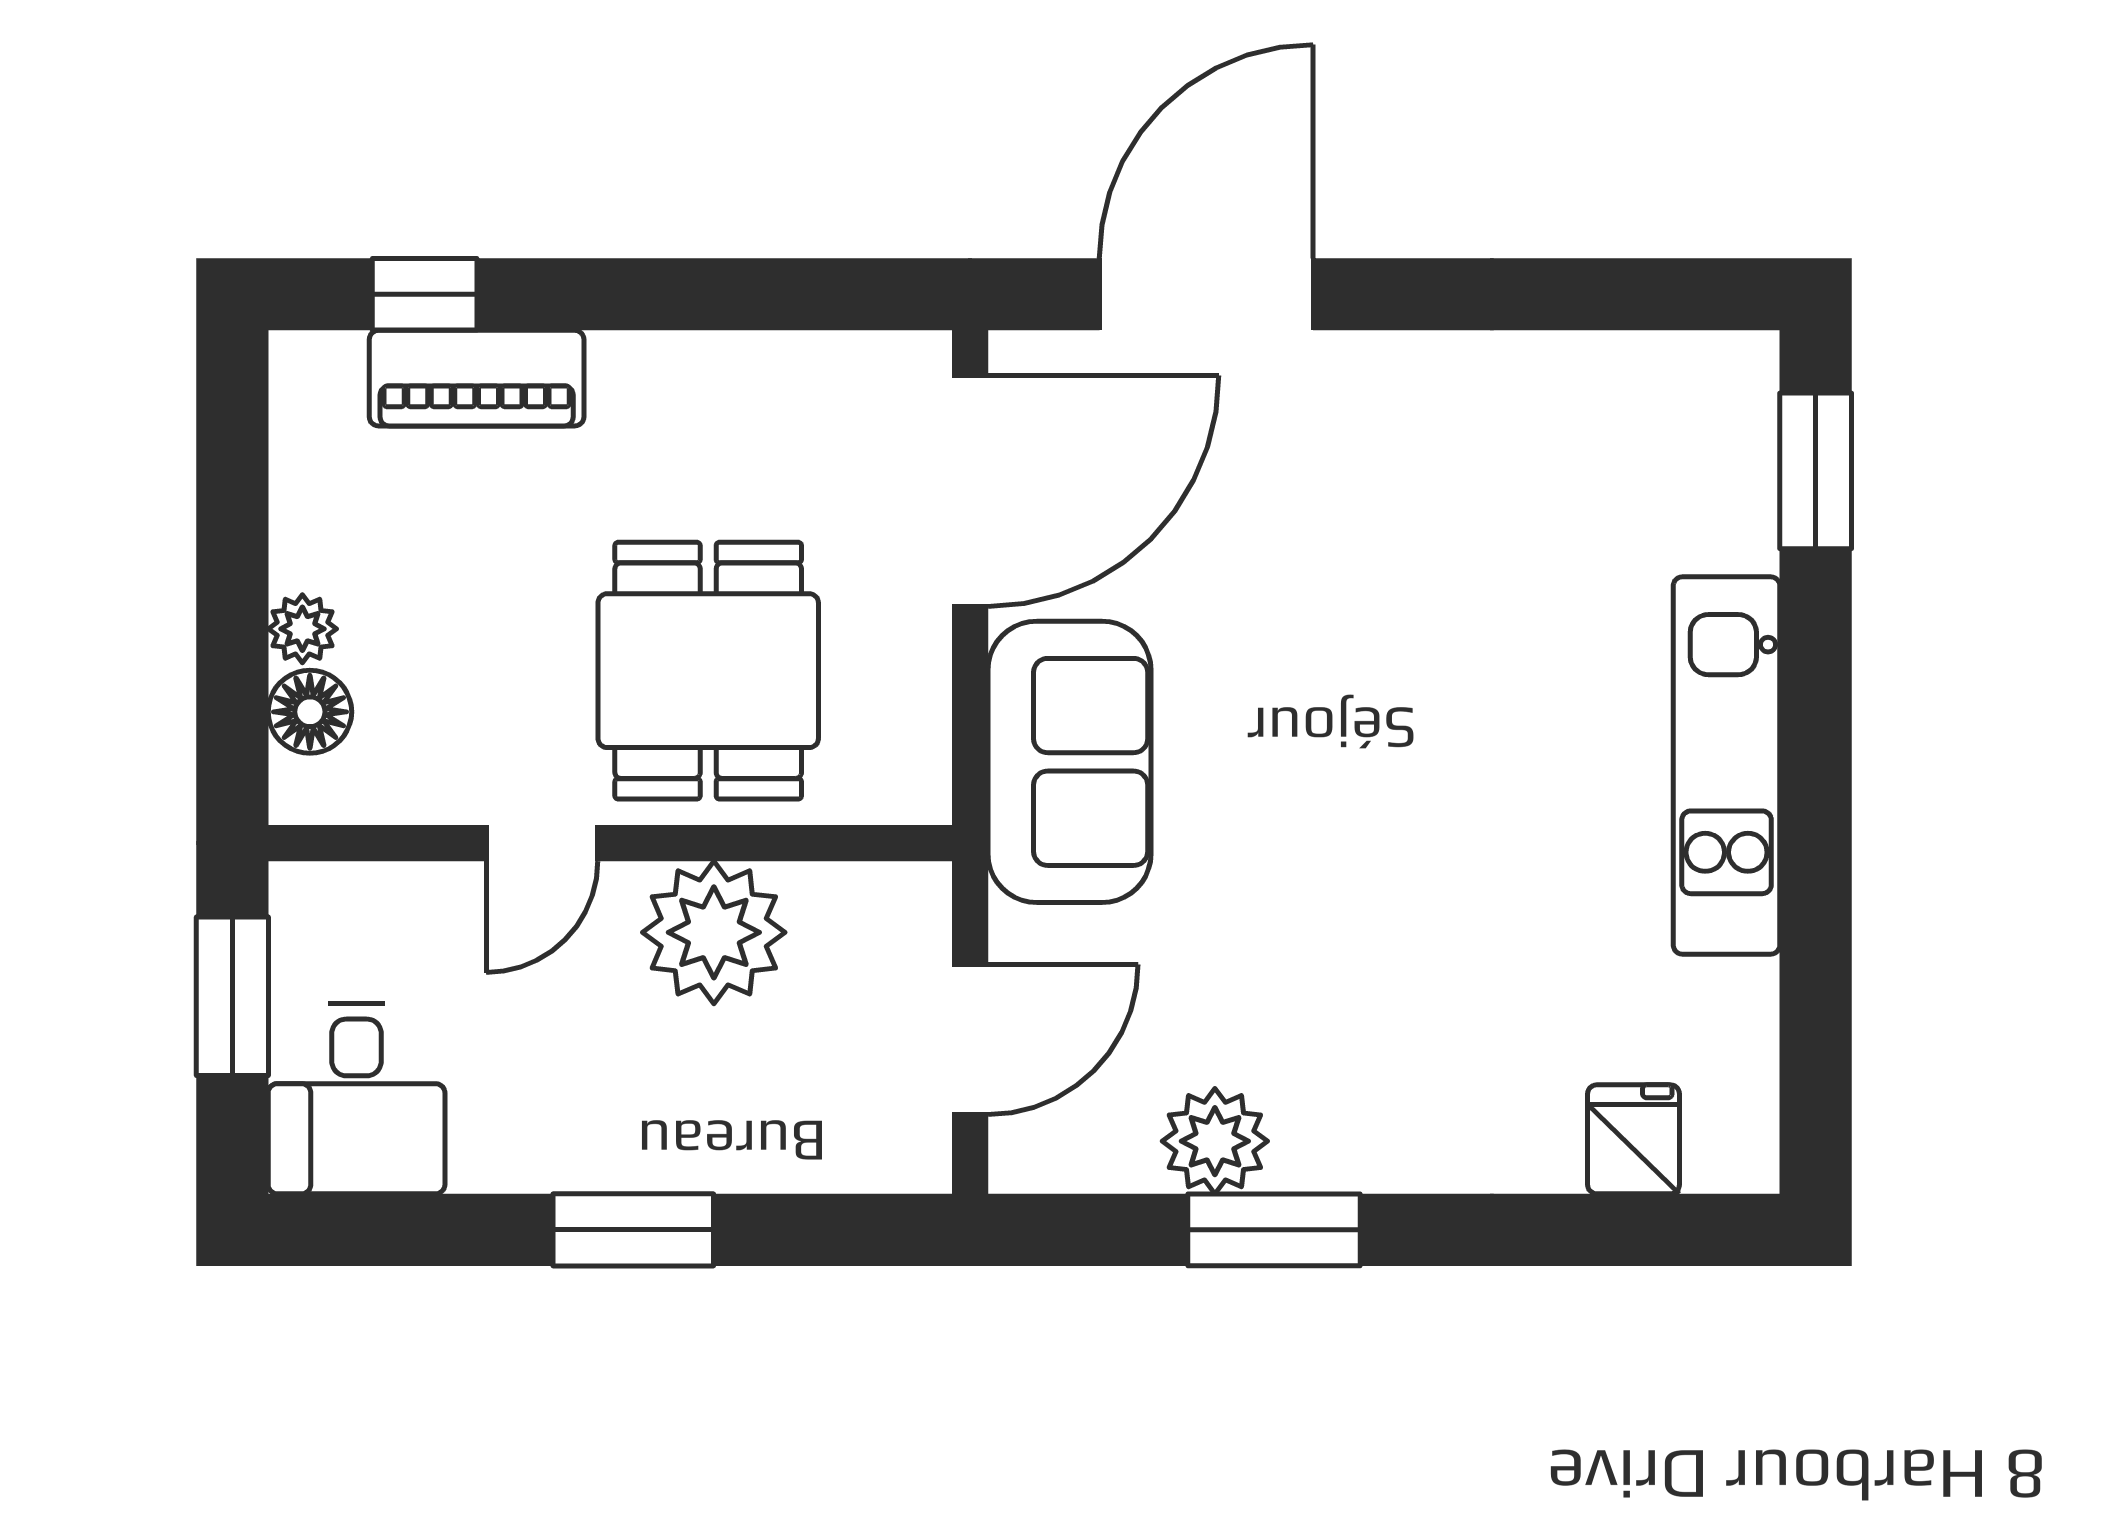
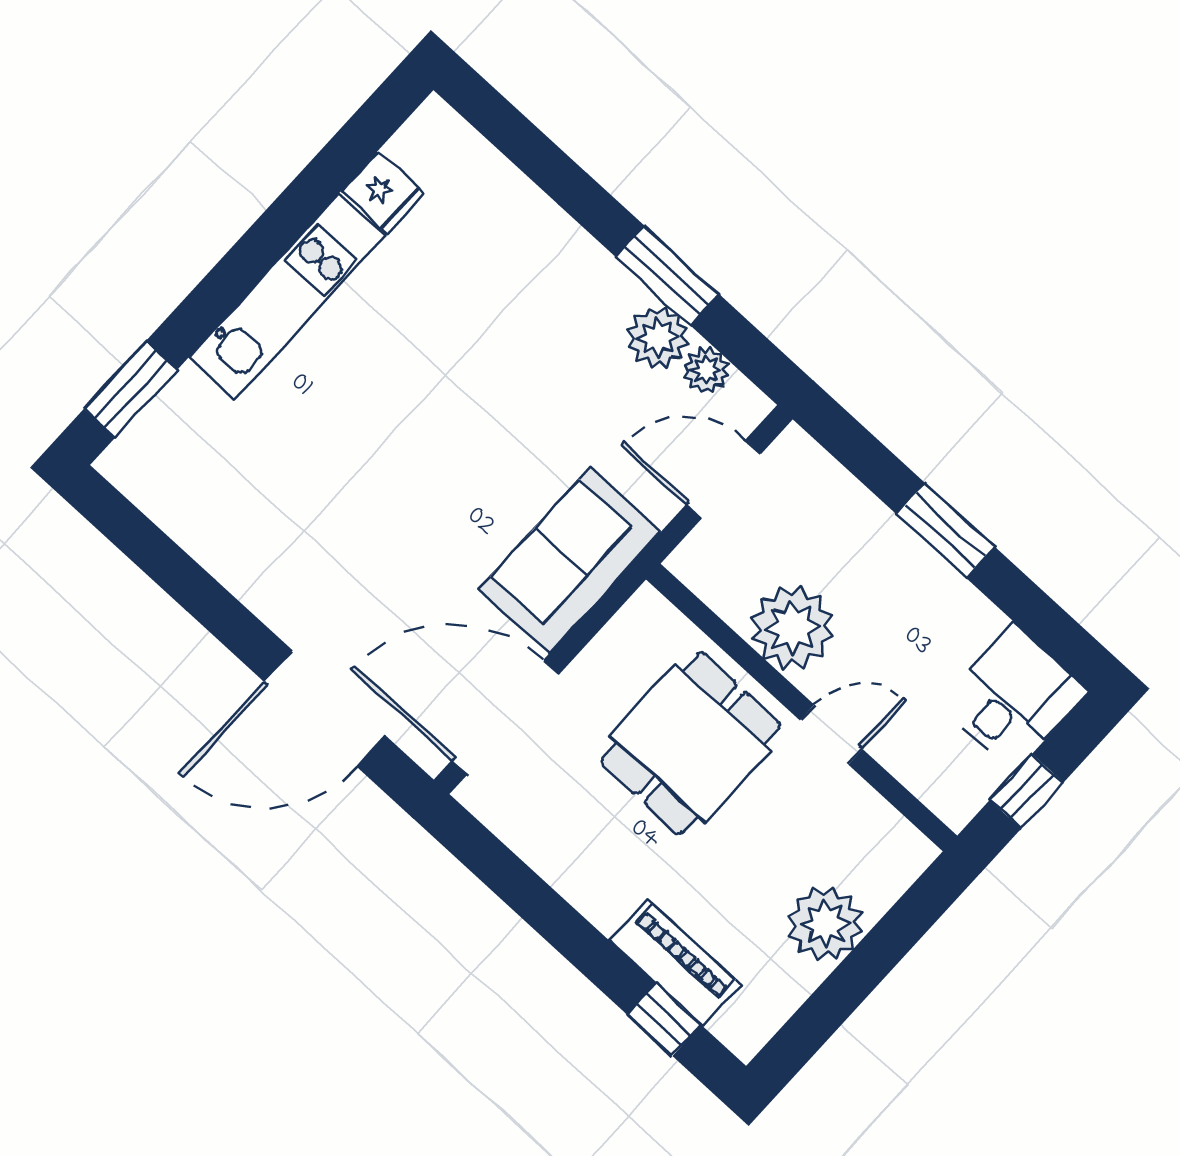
plant: (302, 629) -> (825, 924), width x1.88, depth x1.88
floor lamp: (310, 712) -> (880, 884), removed
window: (232, 996) -> (1027, 791), width x0.67
fridge: (1634, 1139) -> (383, 193), moved, turned -90
plant: (1117, 1156) -> (706, 370), added

